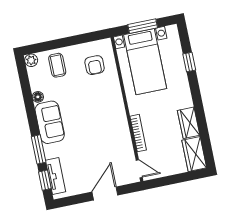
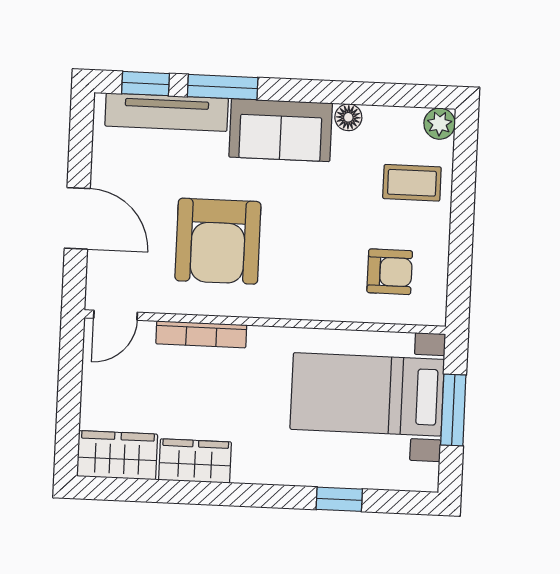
armchair: (95, 65) -> (390, 272), turned 180
armchair: (100, 136) -> (218, 241), added
tv unit: (56, 176) -> (167, 112), width x1.41

